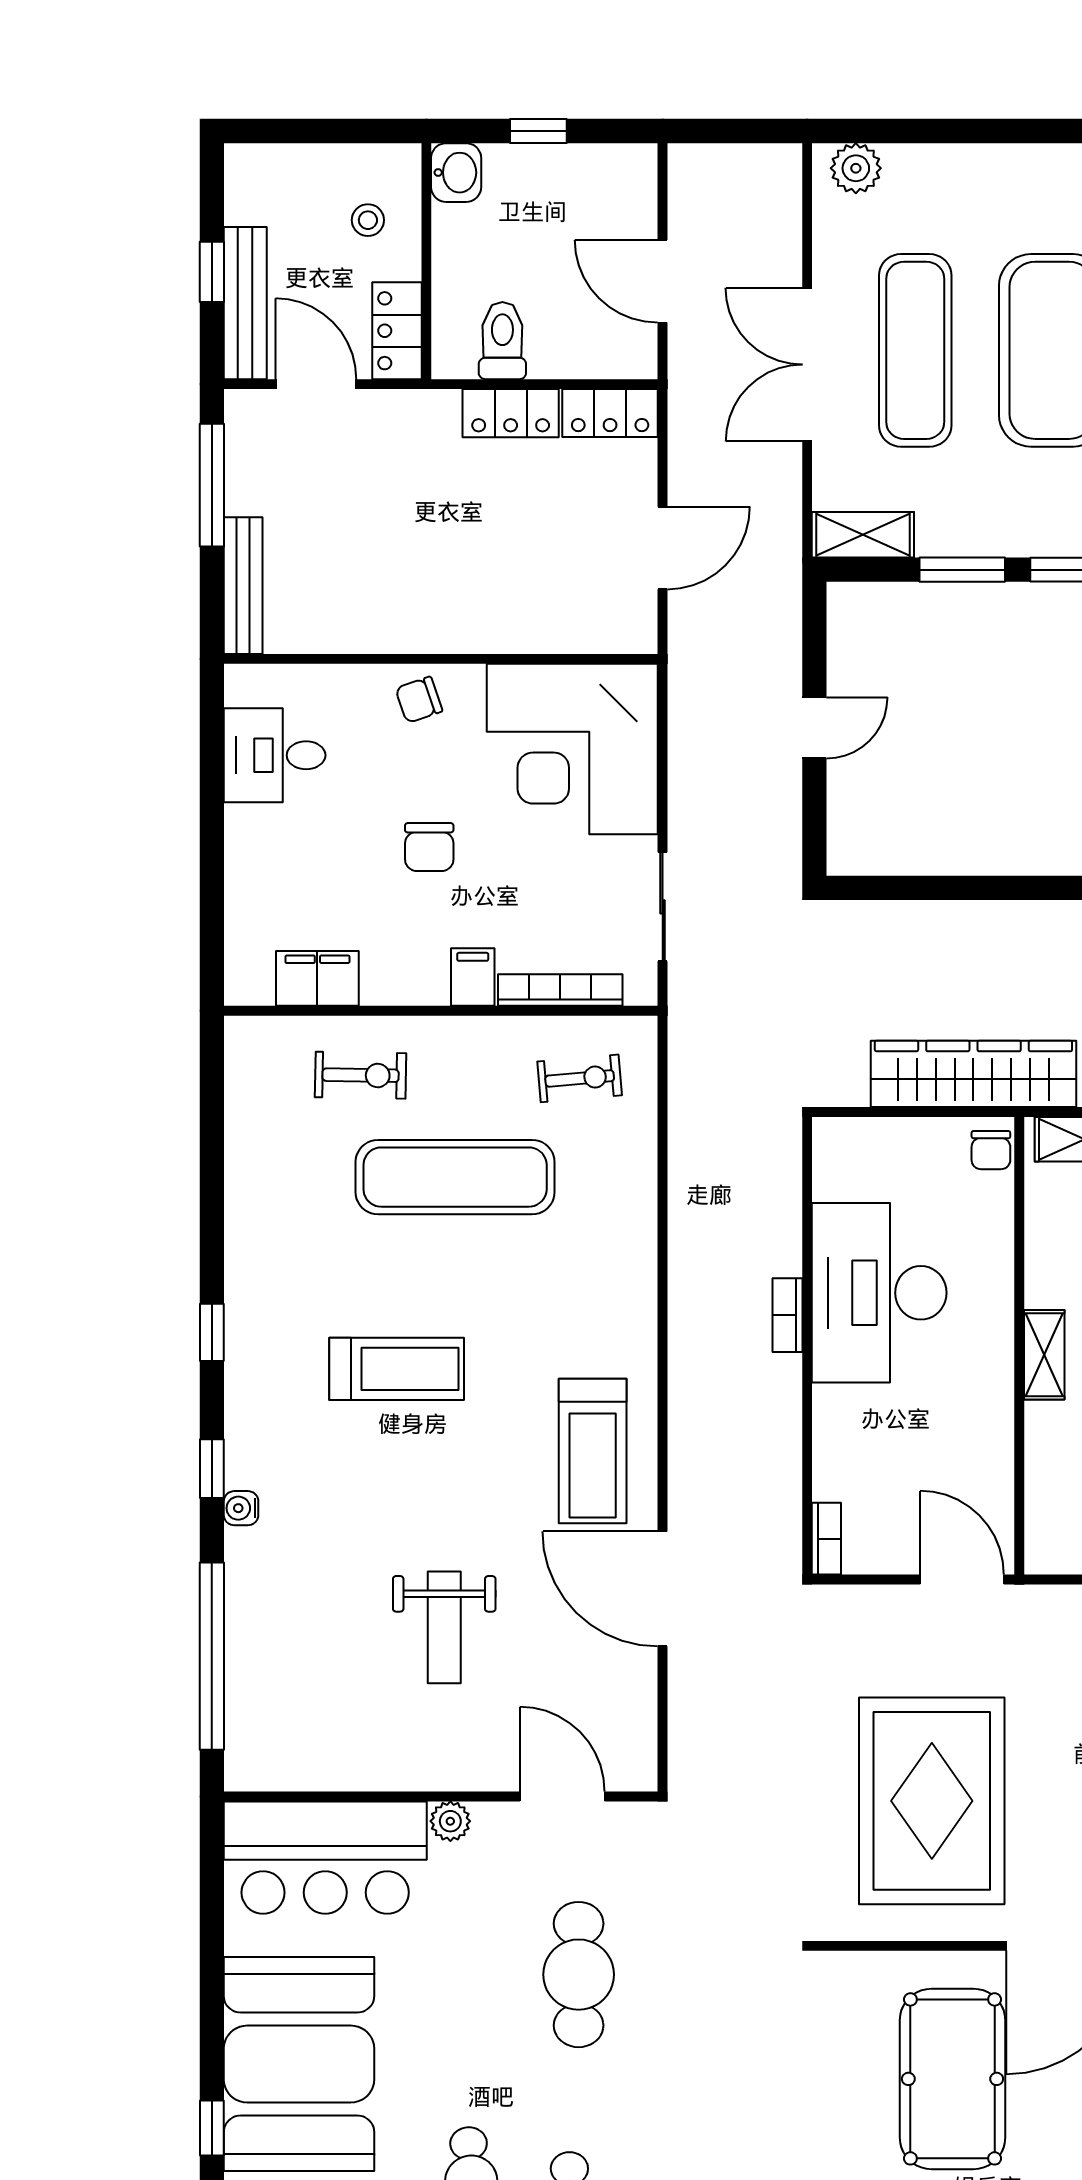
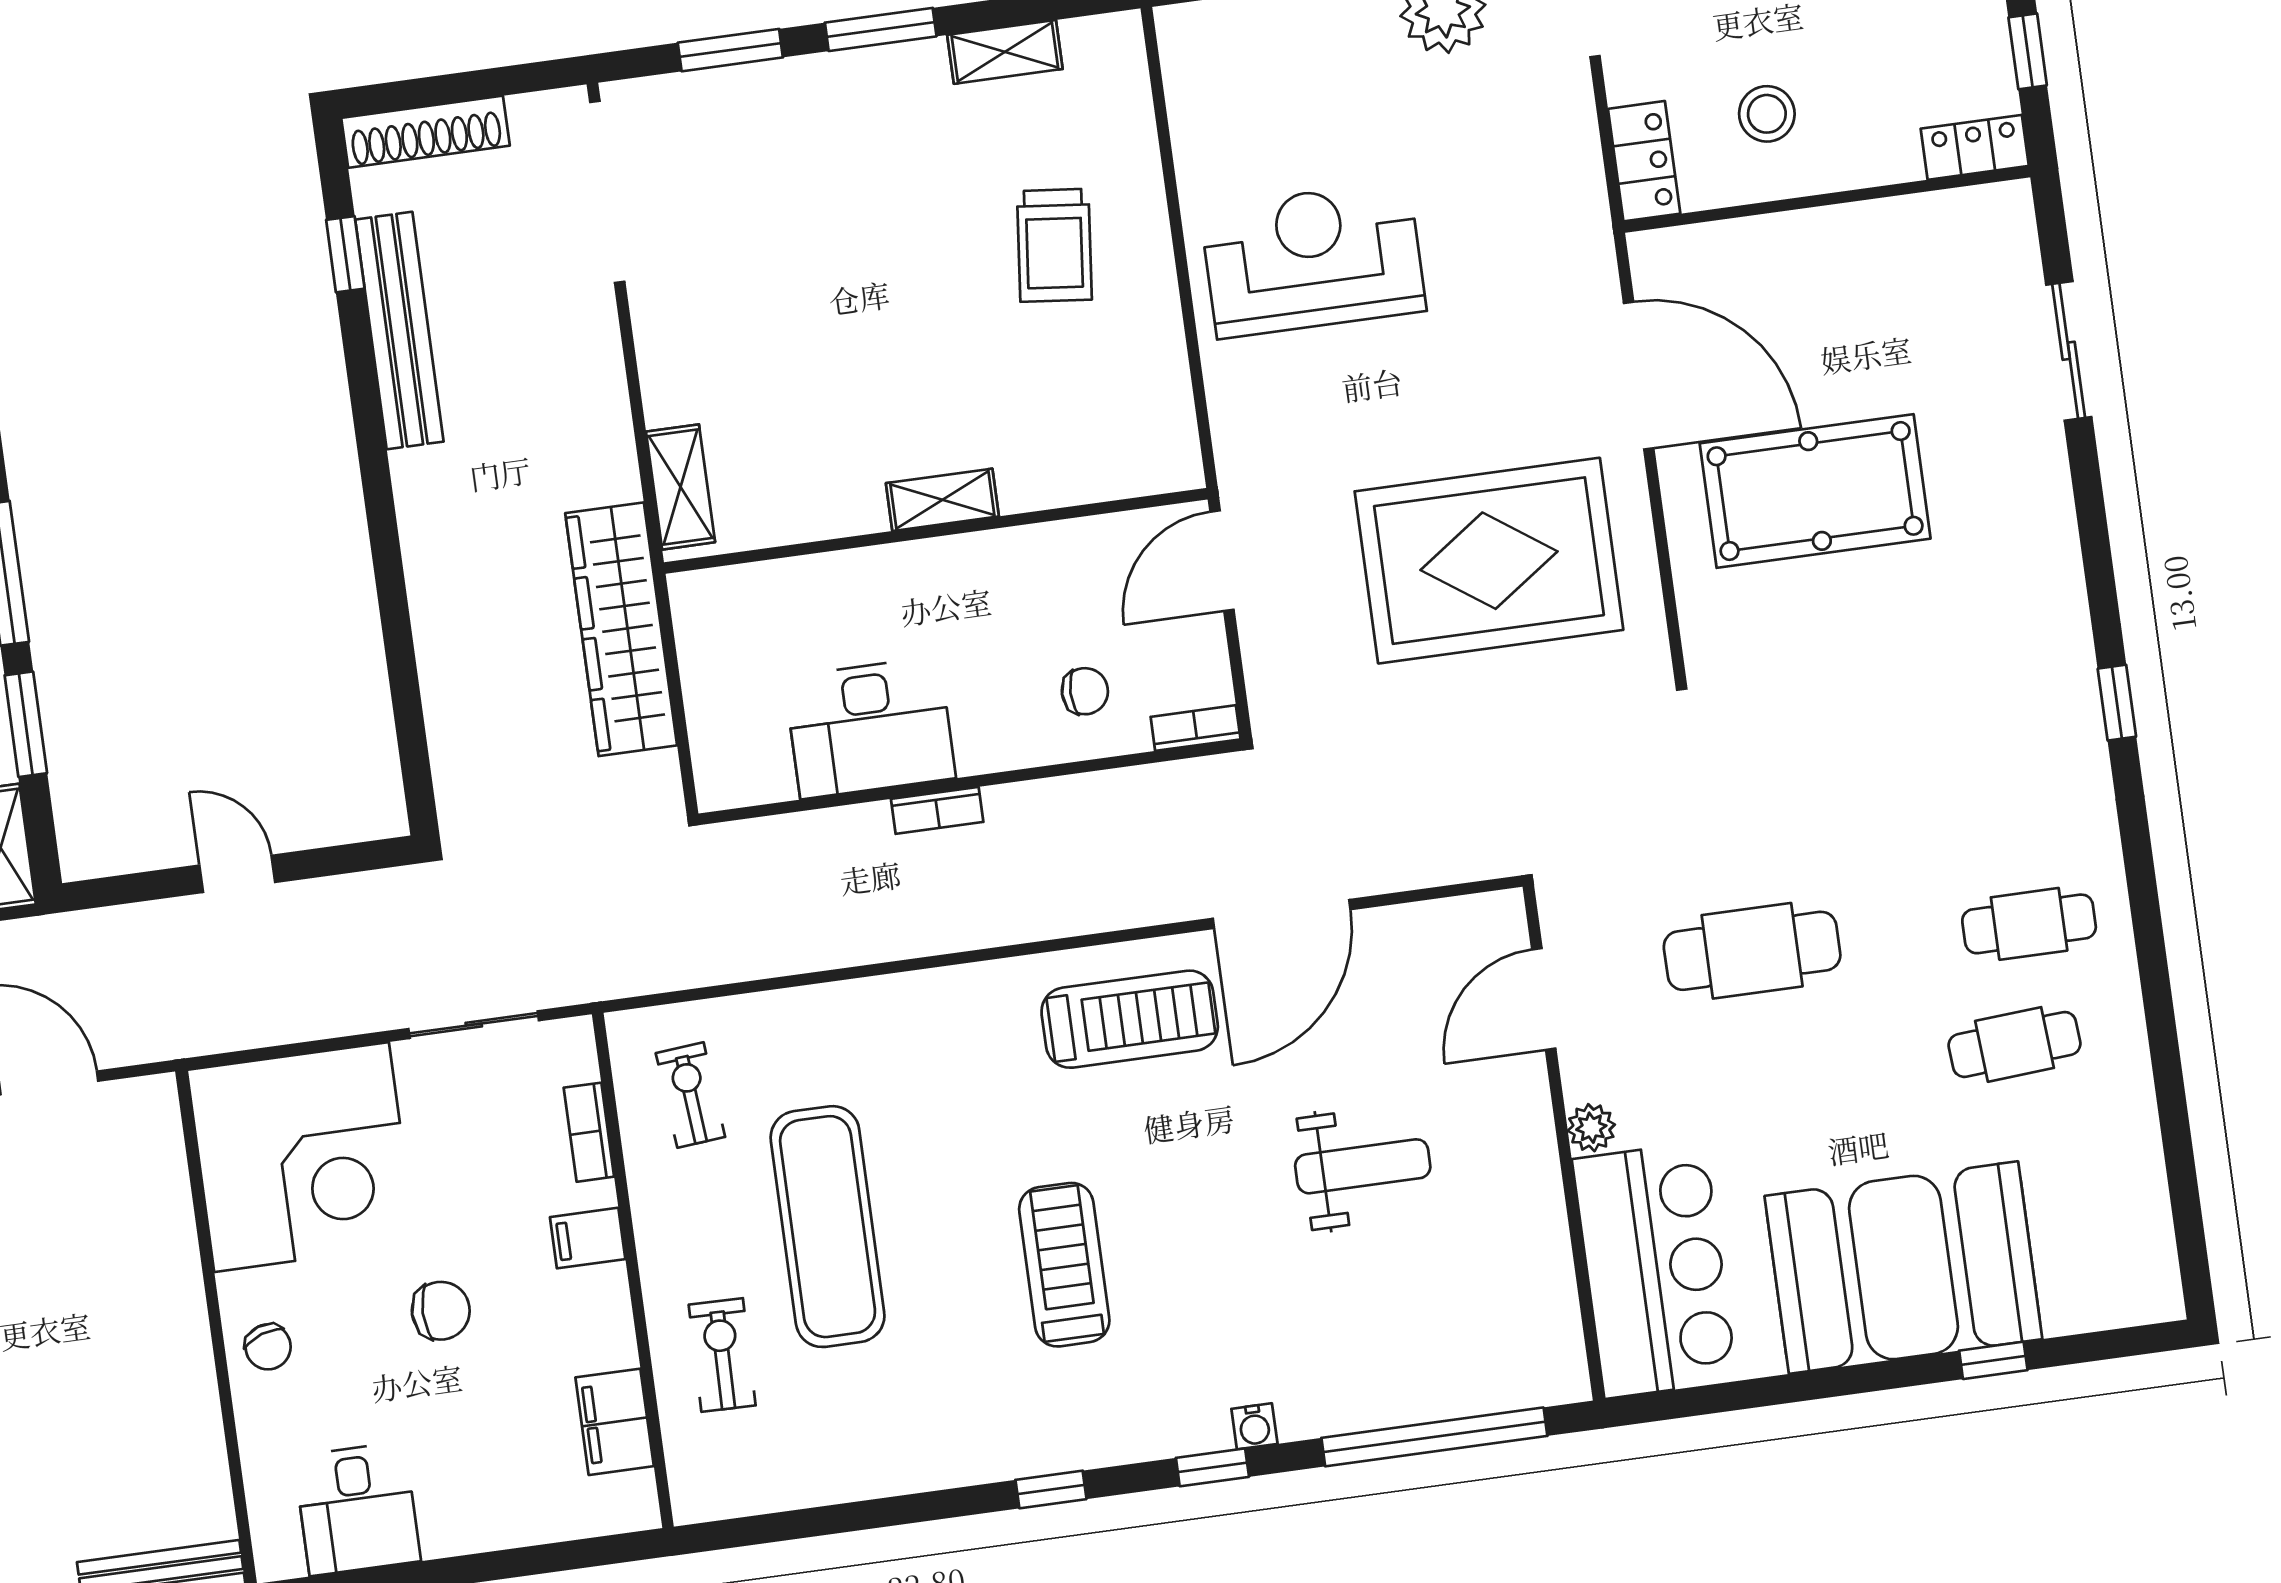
bookcase: (560, 990) -> (589, 1132), width x0.64
chair: (991, 1150) -> (1085, 691), moved
desk: (879, 1293) -> (870, 728), width x0.73, depth x0.77

